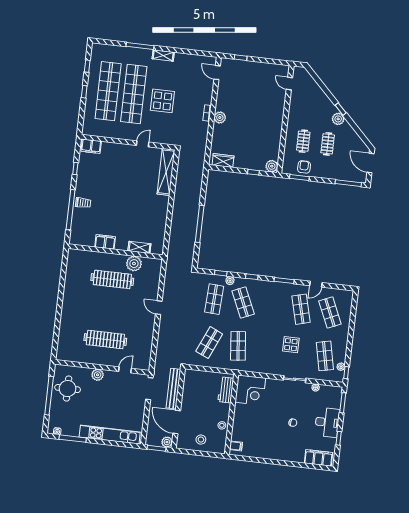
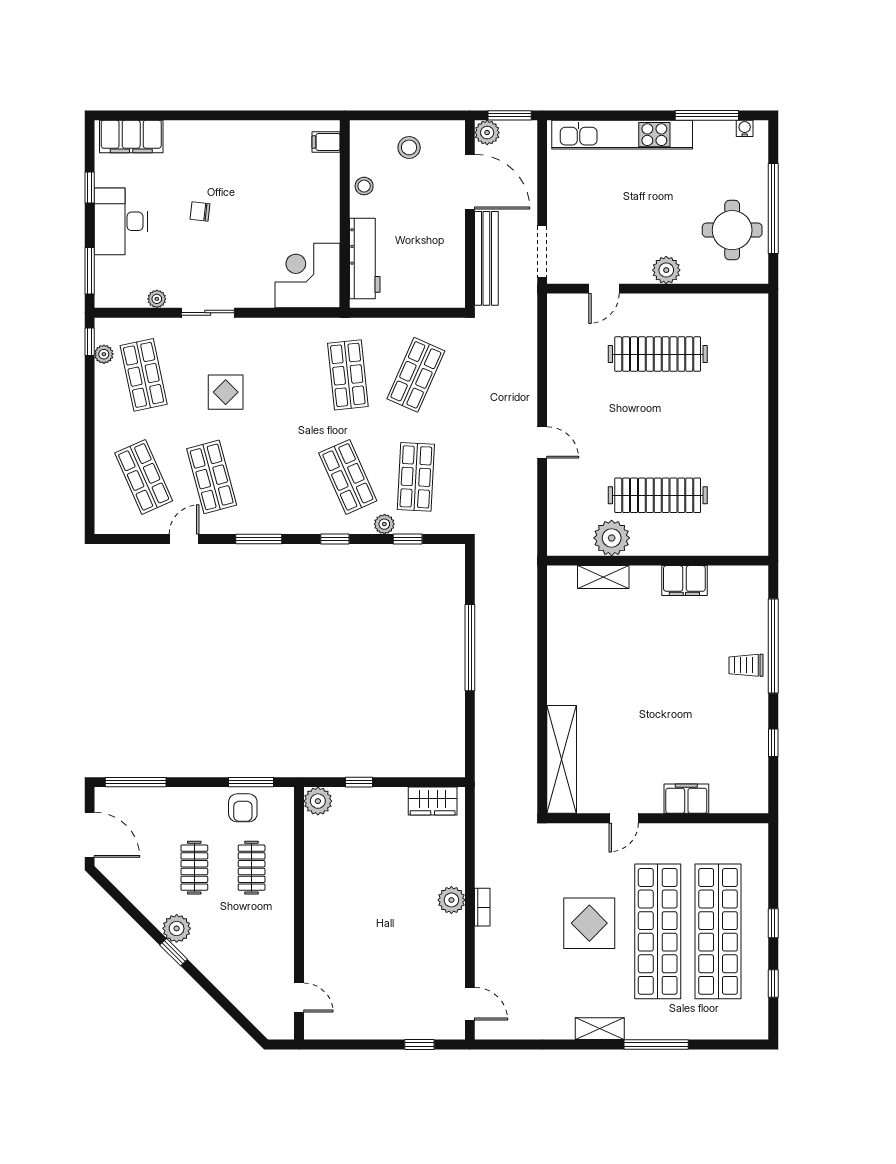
filing cabinet: (91, 146) -> (686, 799), moved
workbench: (226, 390) -> (365, 259), width x1.38

